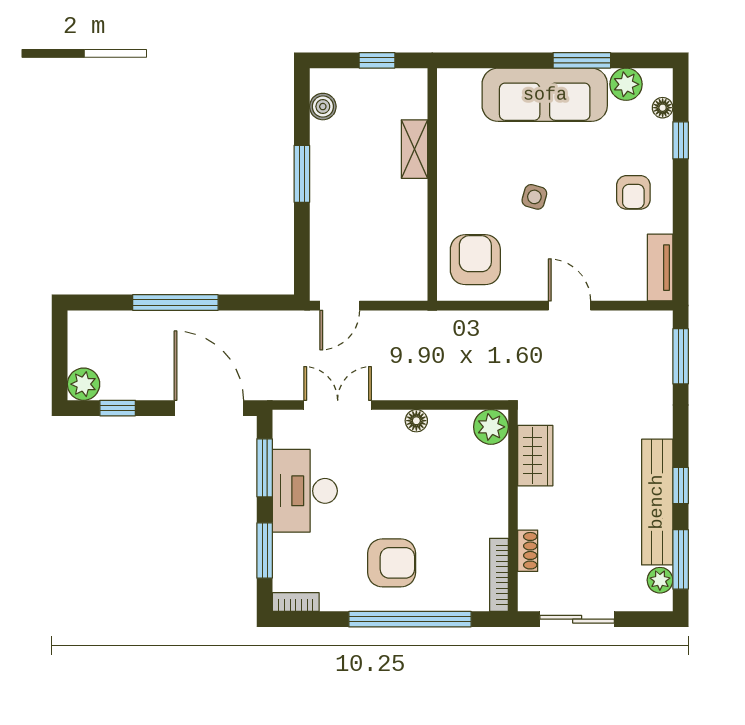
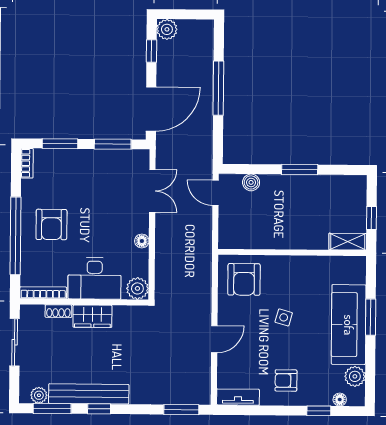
window: (582, 60) -> (371, 317), moved
boiler: (323, 107) -> (251, 182), moved
shelving: (414, 149) -> (348, 242), moved
armchair: (475, 260) -> (244, 279), turned 90
wardrobe: (535, 456) -> (92, 316), moved
desk: (305, 491) -> (95, 278), moved, turned 180

